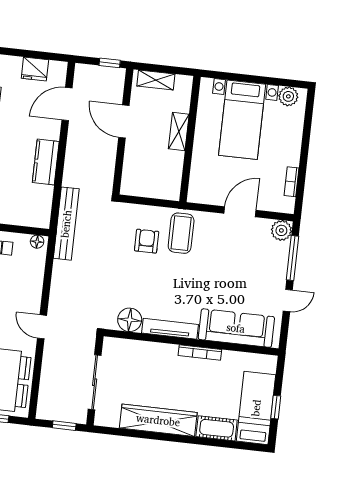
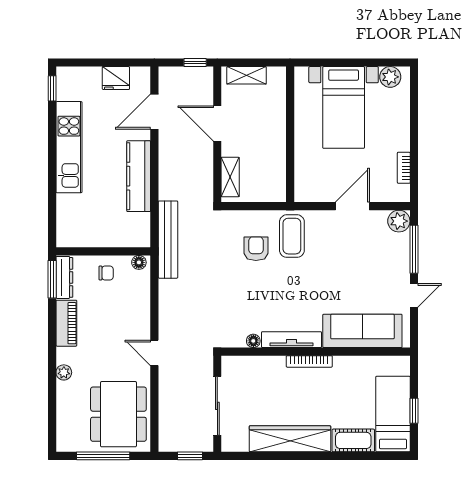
shelving: (179, 132) -> (230, 177), moved
kitchen counter: (46, 162) -> (139, 176), width x1.50
floor lamp: (130, 320) -> (253, 341), width x0.53, depth x0.53
bookcase: (200, 353) -> (309, 361), moved

